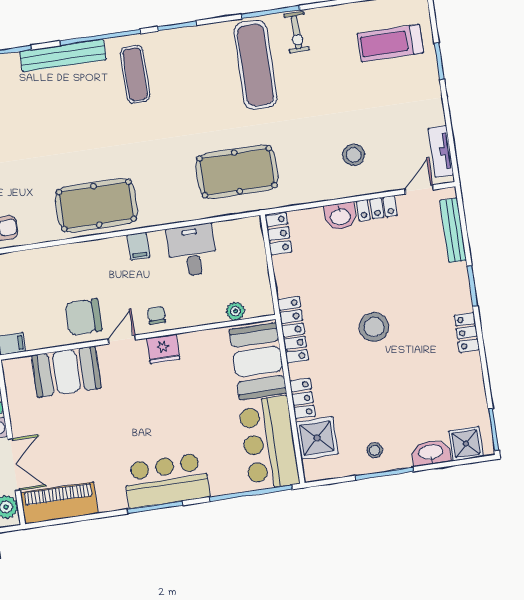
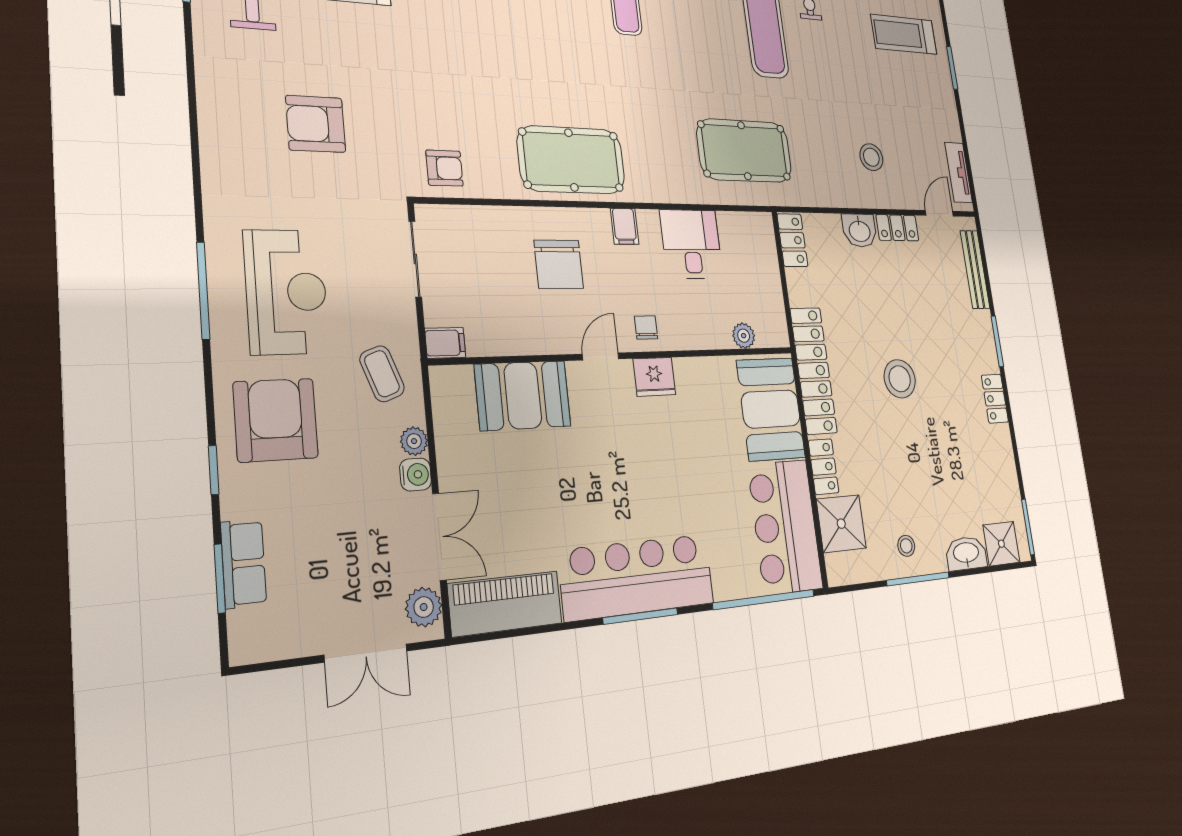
chair: (84, 317) -> (559, 264), moved, turned -90
locker: (293, 330) -> (813, 370), width x1.41, depth x1.21
bar counter: (167, 480) -> (637, 577), width x1.36

